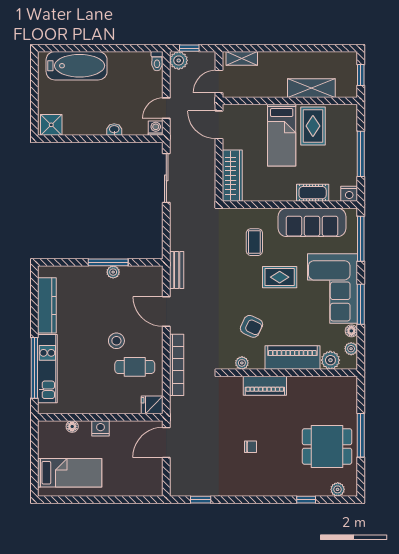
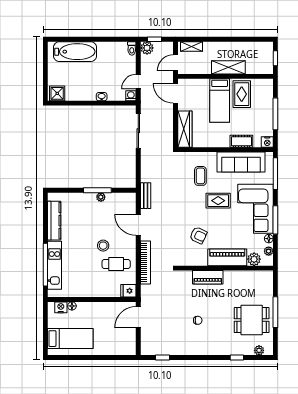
shelving: (311, 88) -> (228, 67), moved
plant: (242, 363) -> (192, 261), removed
nightstand: (100, 428) -> (61, 307), moved

